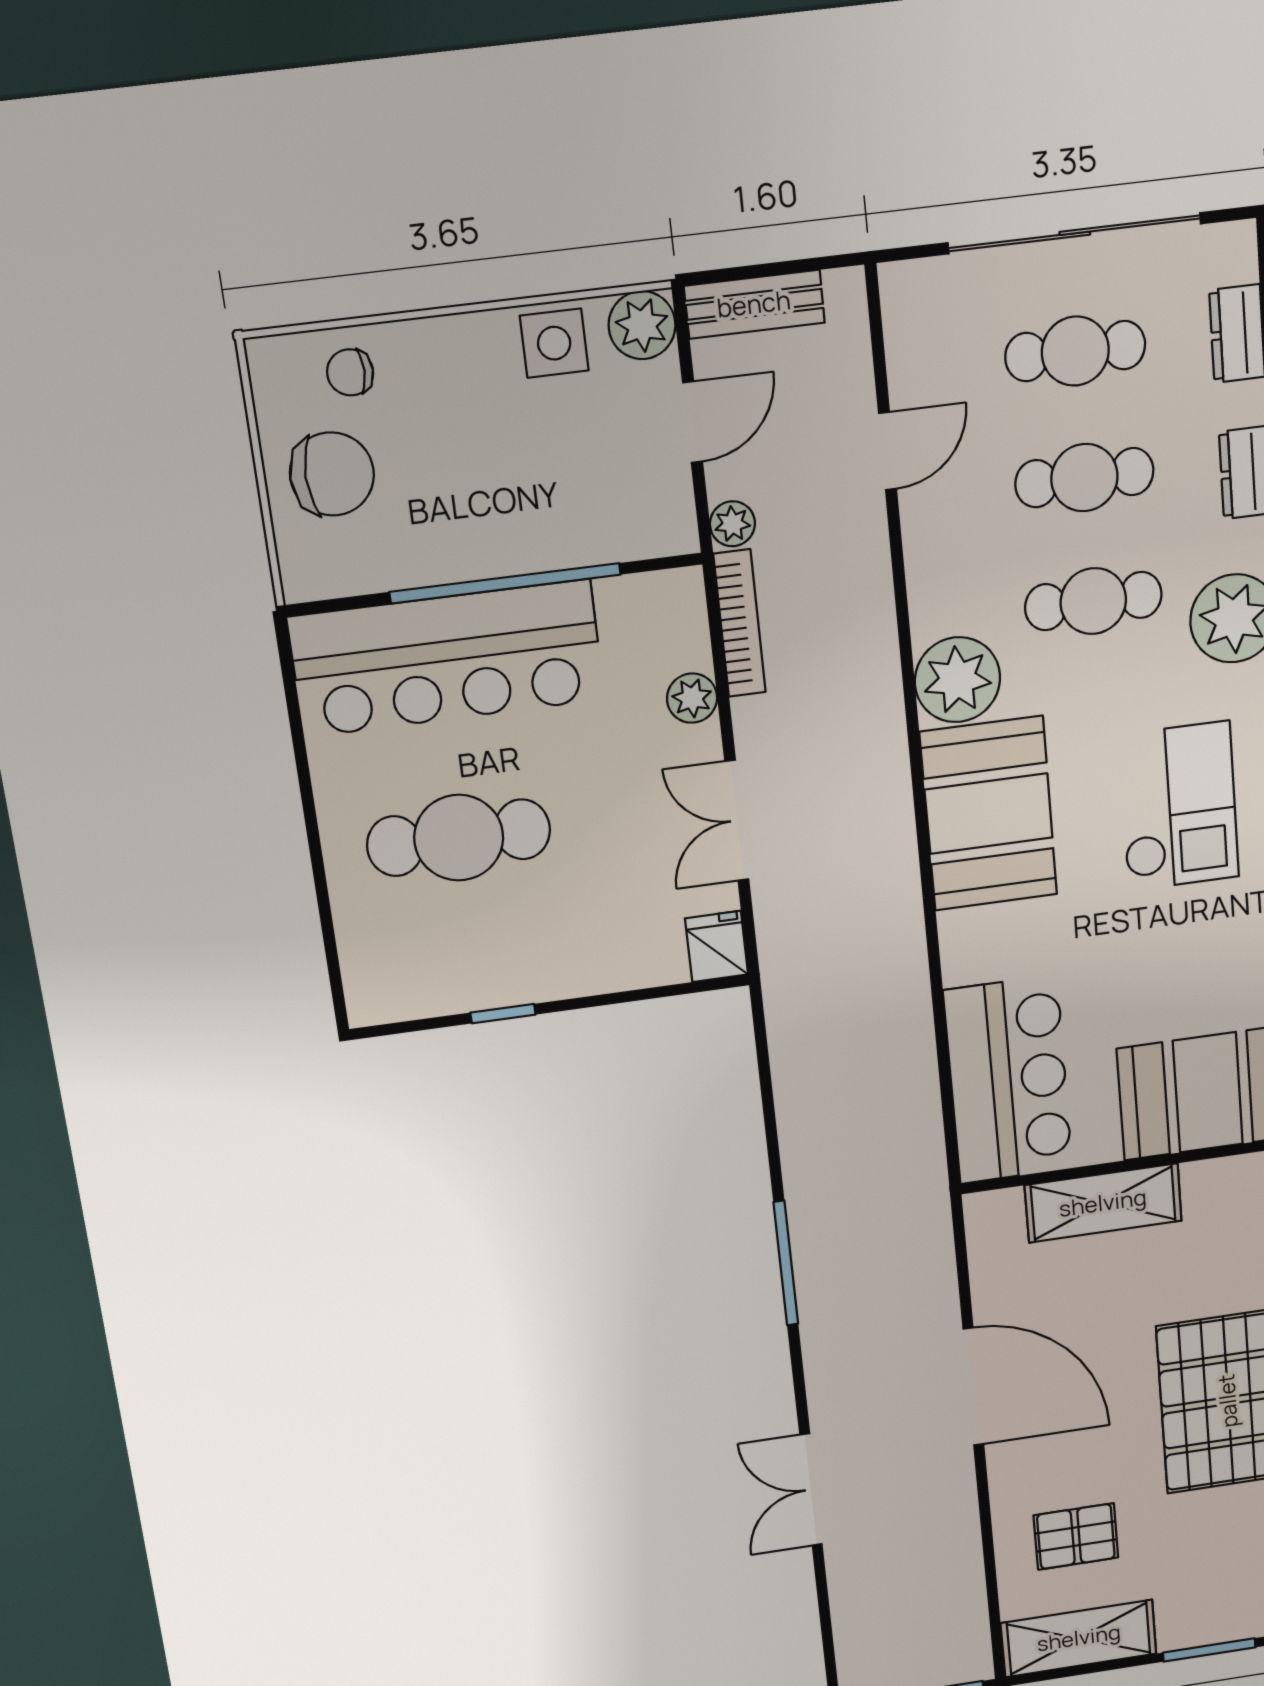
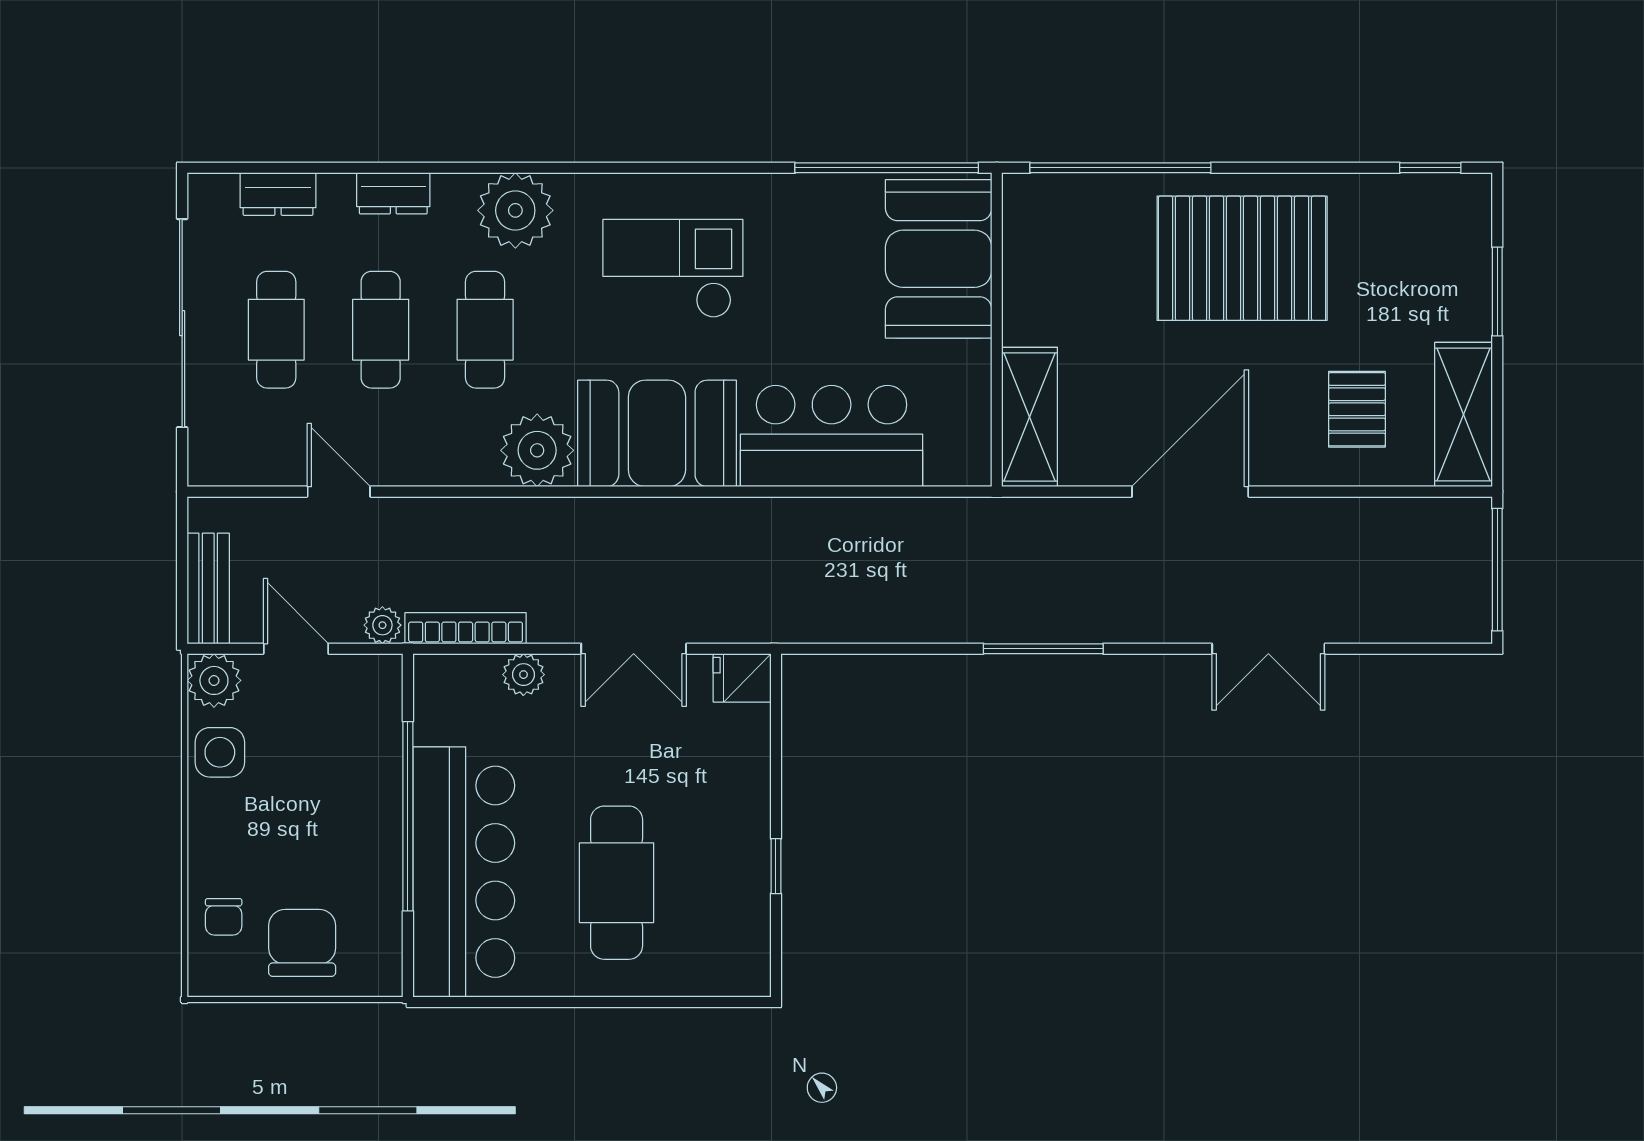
bar counter: (1008, 1080) -> (832, 436), moved
shelving: (1103, 1203) -> (1030, 417), moved

